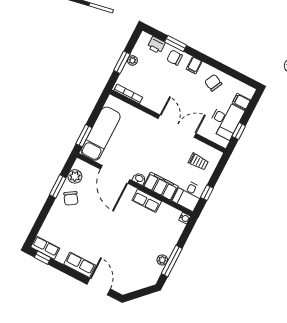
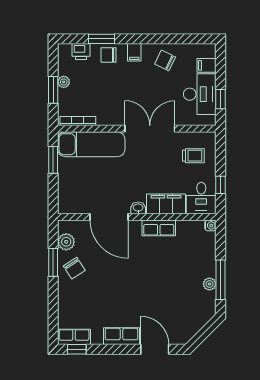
exam couch: (101, 134) -> (91, 144), moved, turned 90
window: (84, 136) -> (53, 160), moved

